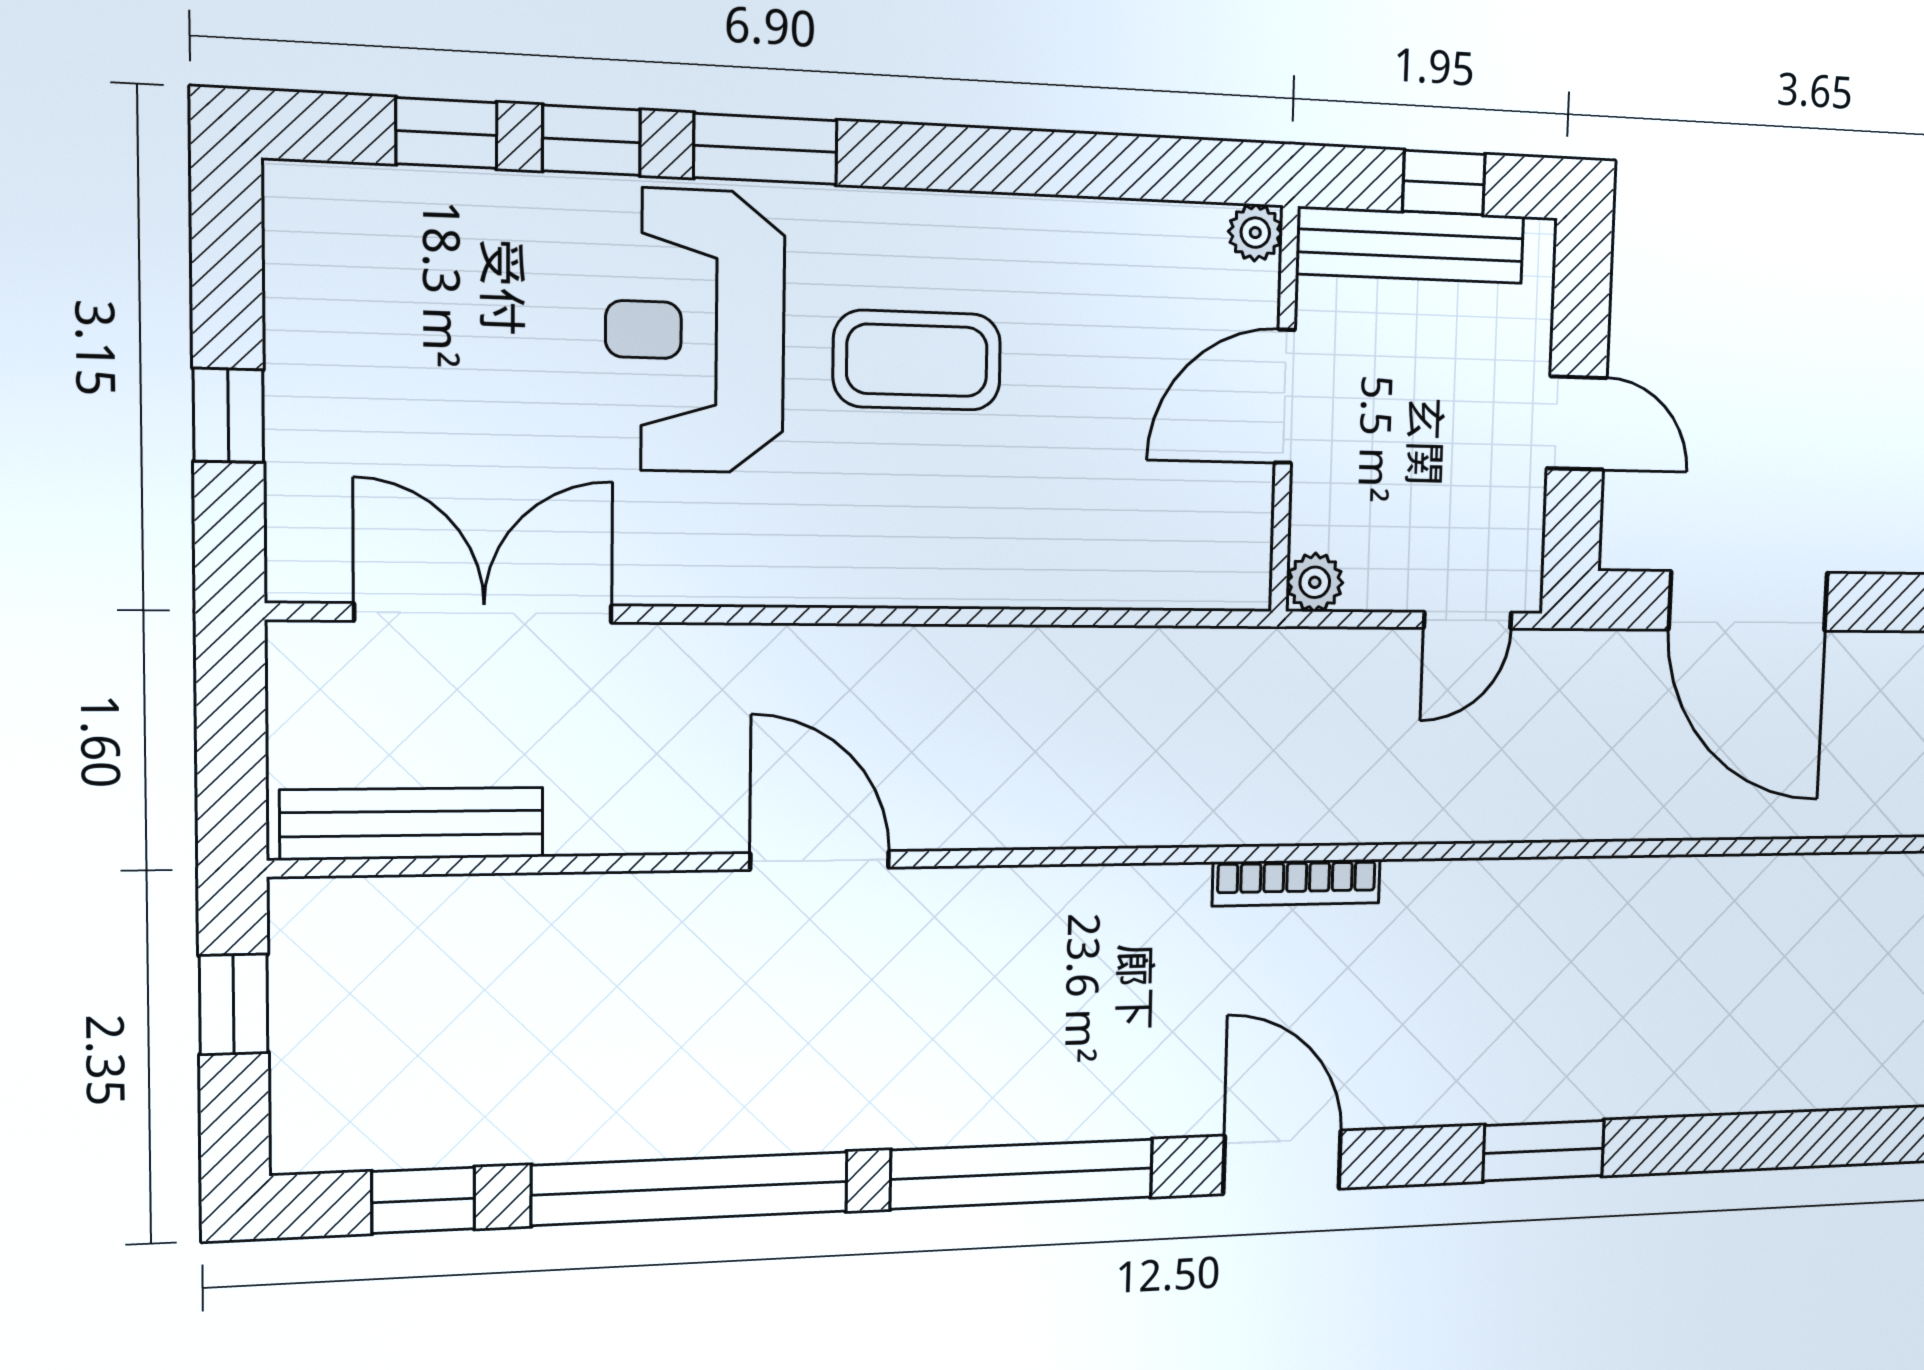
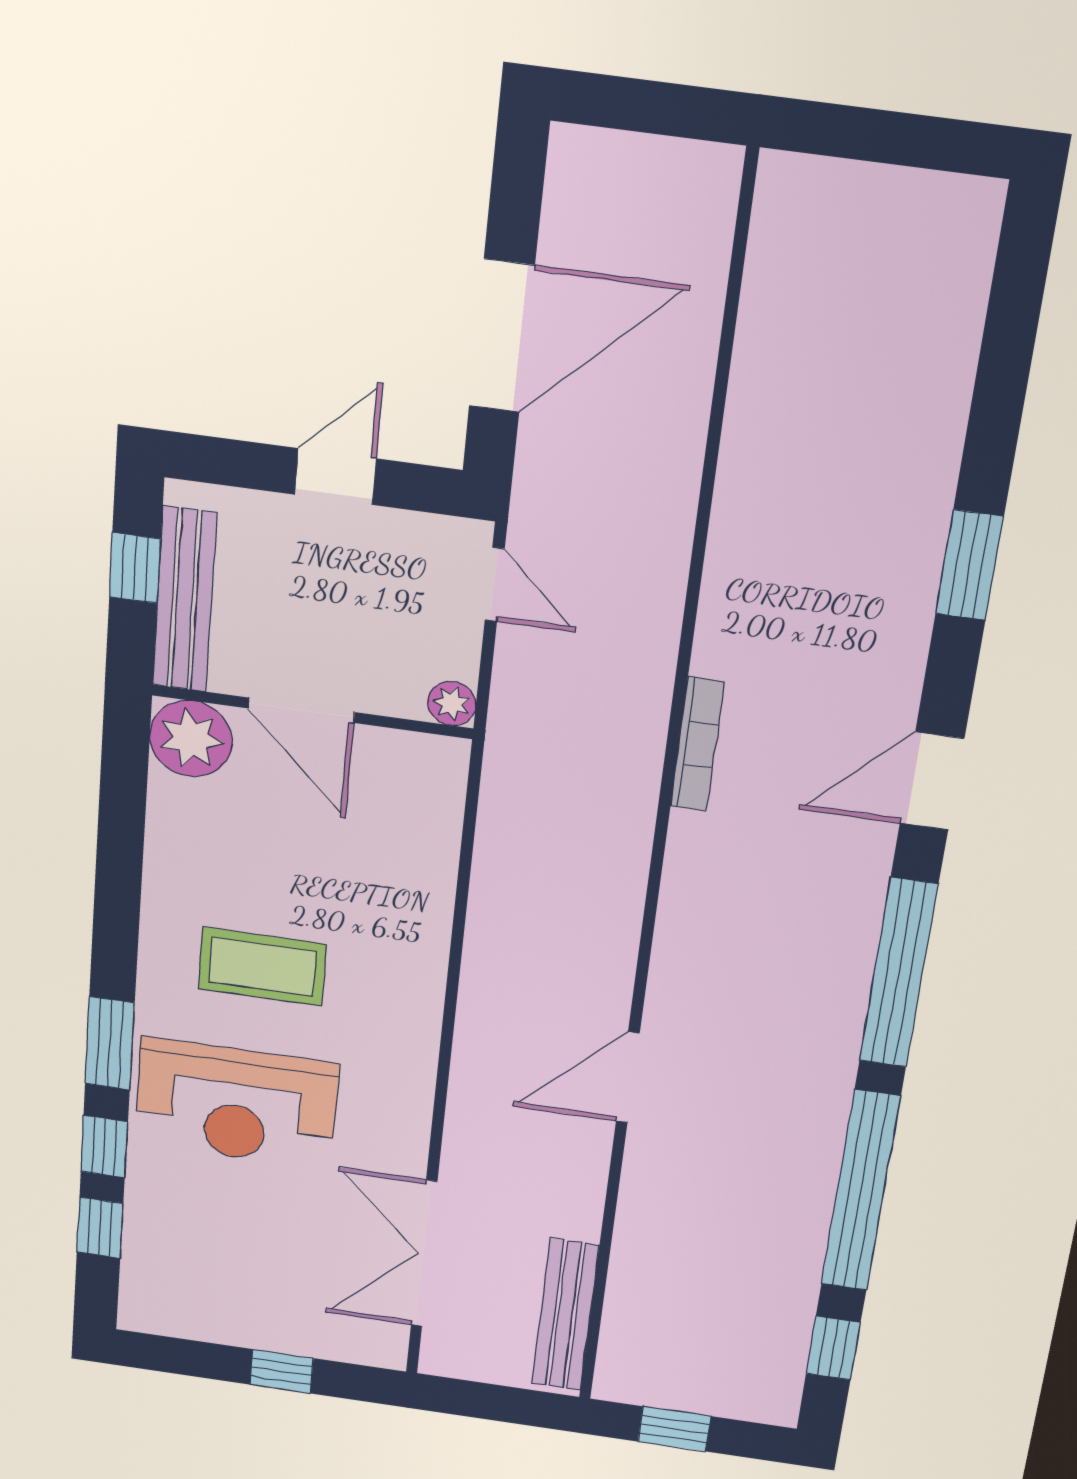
plant: (1255, 233) -> (191, 739), width x1.88, depth x1.88
coffee table: (917, 360) -> (262, 967), turned 90

